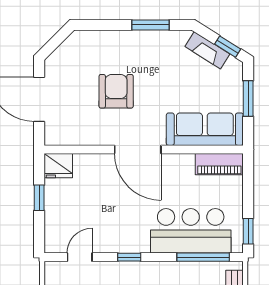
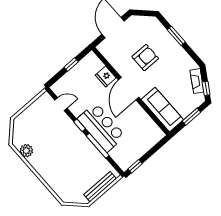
window: (151, 25) -> (176, 36), moved
piano: (219, 164) -> (153, 129), removed
fridge: (58, 166) -> (106, 76), moved
bar counter: (191, 231) -> (101, 127), moved
window: (203, 257) -> (98, 146), moved

